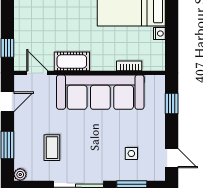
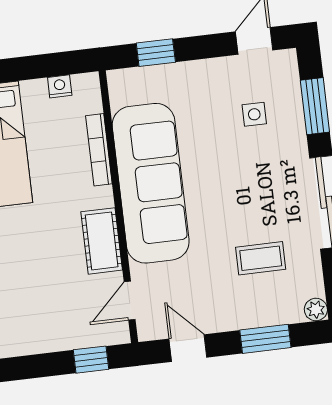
nightstand: (159, 34) -> (60, 86), moved
bookcase: (129, 66) -> (99, 150), width x1.56

